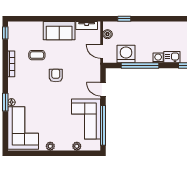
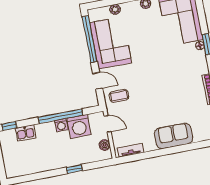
window: (124, 19) -> (74, 169), moved
sofa: (59, 31) -> (173, 136), moved
coffee table: (37, 55) -> (119, 96), moved
washing machine: (158, 58) -> (61, 125), moved
armchair: (56, 76) -> (155, 86), removed

